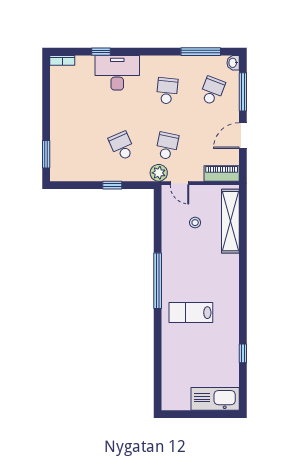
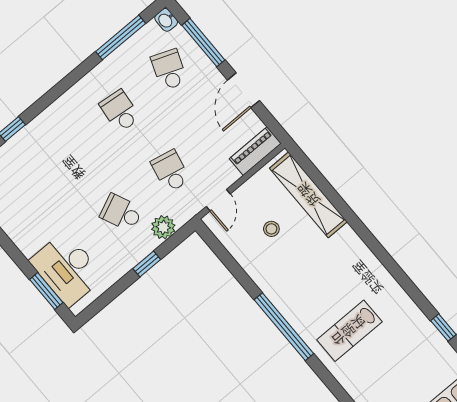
desk: (117, 73) -> (67, 269), moved, turned -90
plant: (159, 173) -> (163, 227), moved
door: (179, 183) -> (218, 200), hinge flipped

